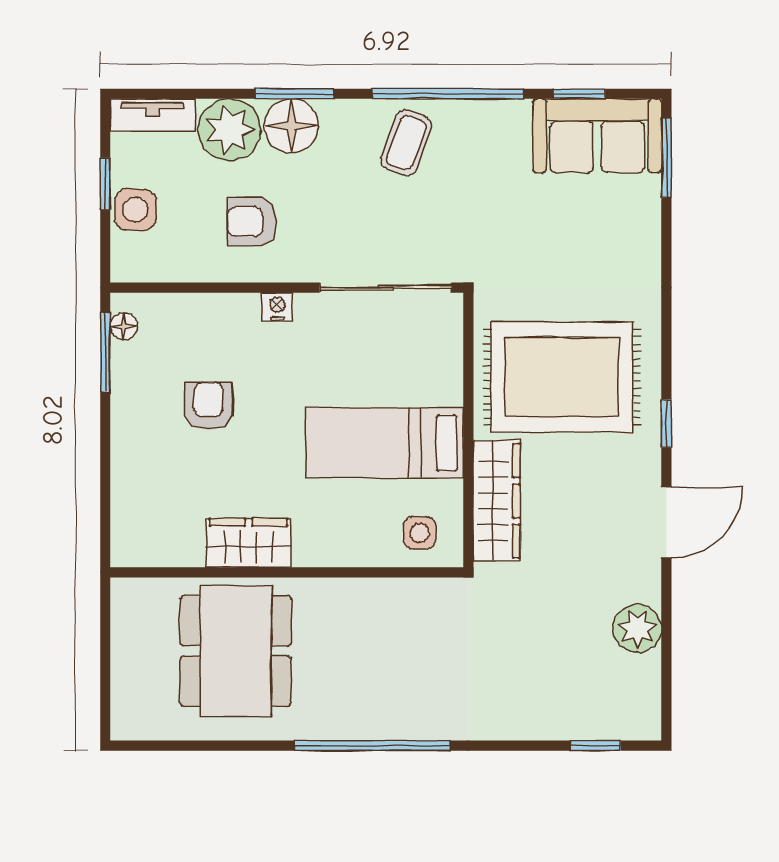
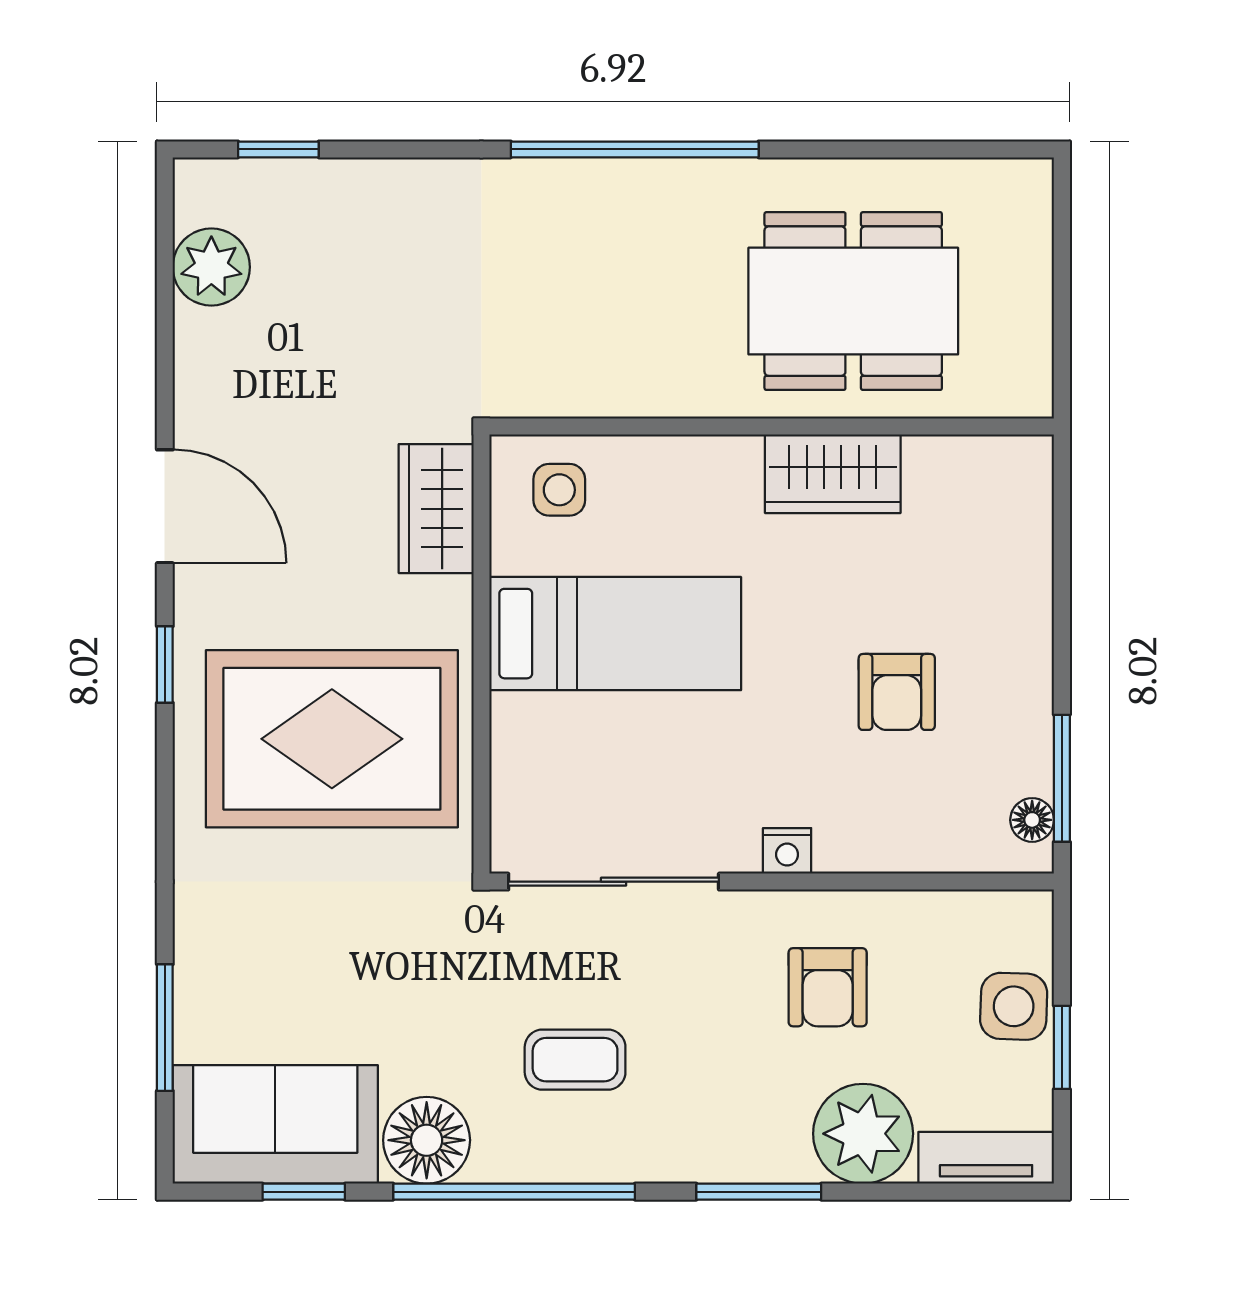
floor lamp: (291, 126) -> (427, 1140), moved
coffee table: (406, 143) -> (575, 1060), moved, turned 70
window: (666, 158) -> (165, 1028), moved
armchair: (252, 222) -> (828, 987), turned 90
wardrobe: (497, 501) -> (436, 509), width x0.67
door: (666, 522) -> (165, 506), swing flipped
plant: (637, 629) -> (211, 267), moved
dining table: (236, 651) -> (853, 301), turned 90

